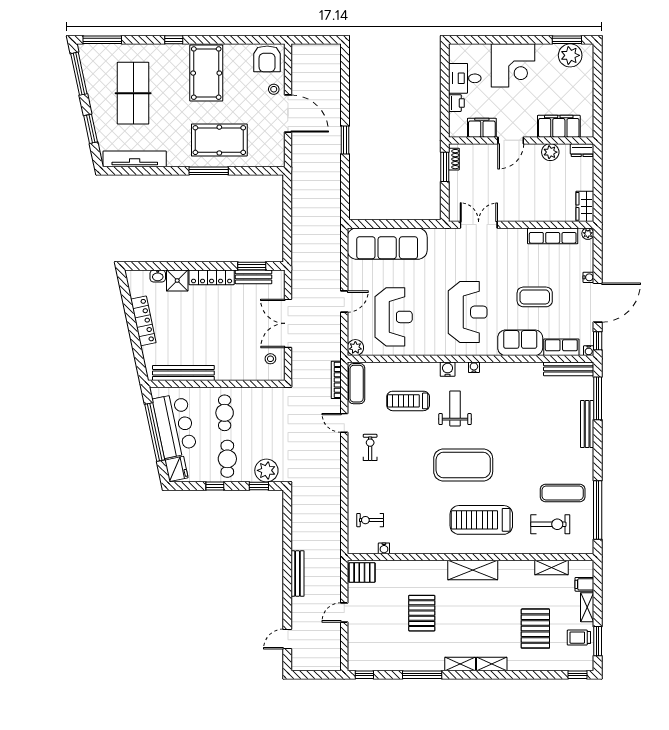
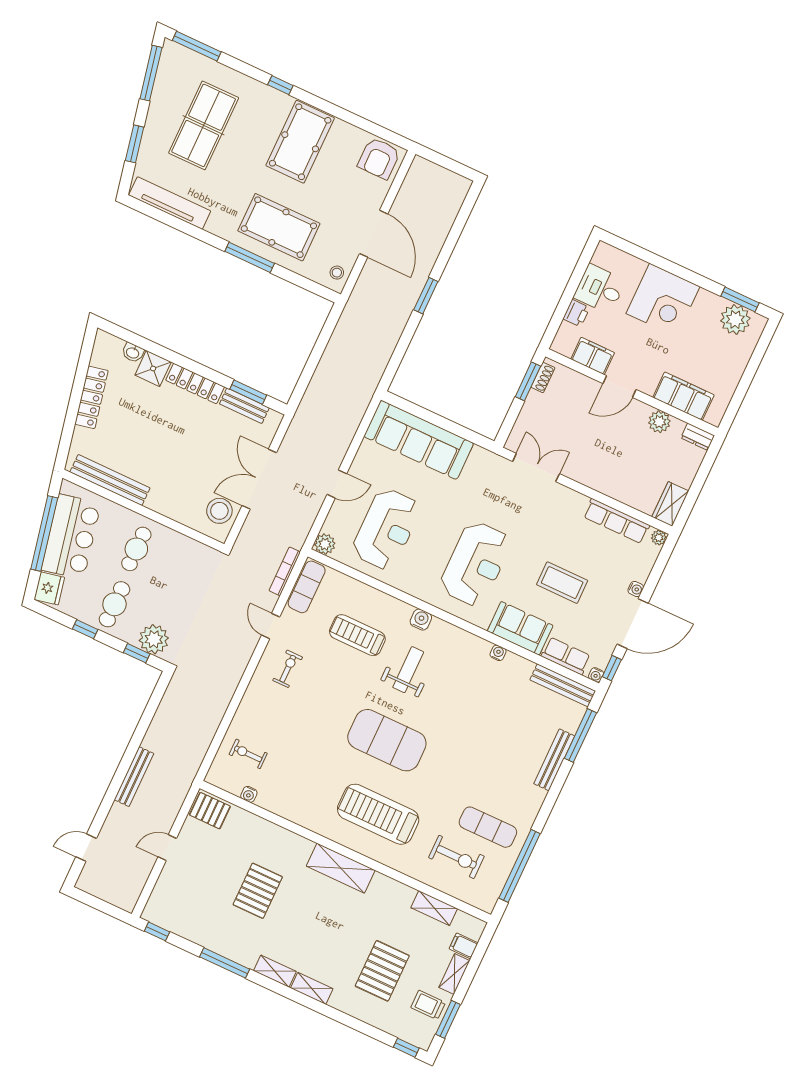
stool: (274, 89) -> (337, 273), moved
stool: (270, 359) -> (219, 511), width x1.89, depth x1.89
water cooler: (474, 367) -> (498, 653), moved

